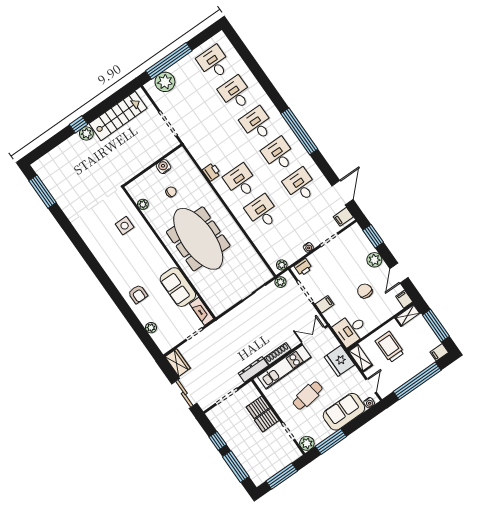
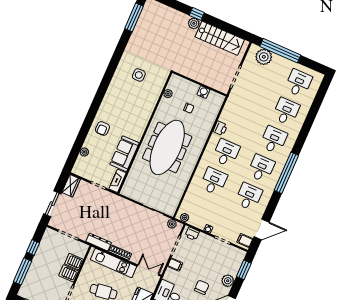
side table: (125, 226) -> (139, 75), moved

